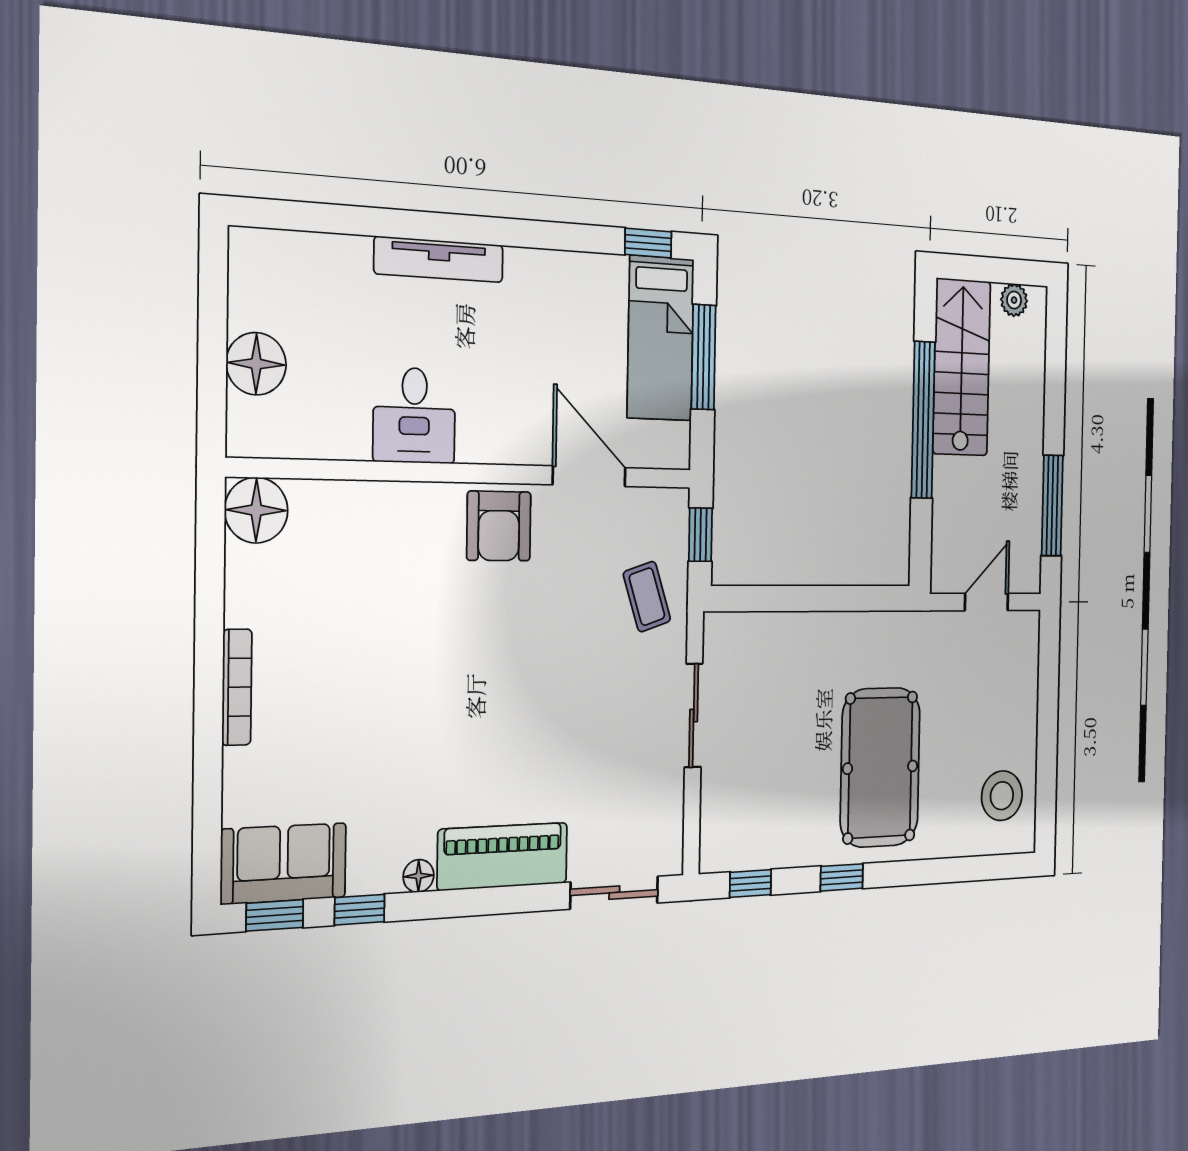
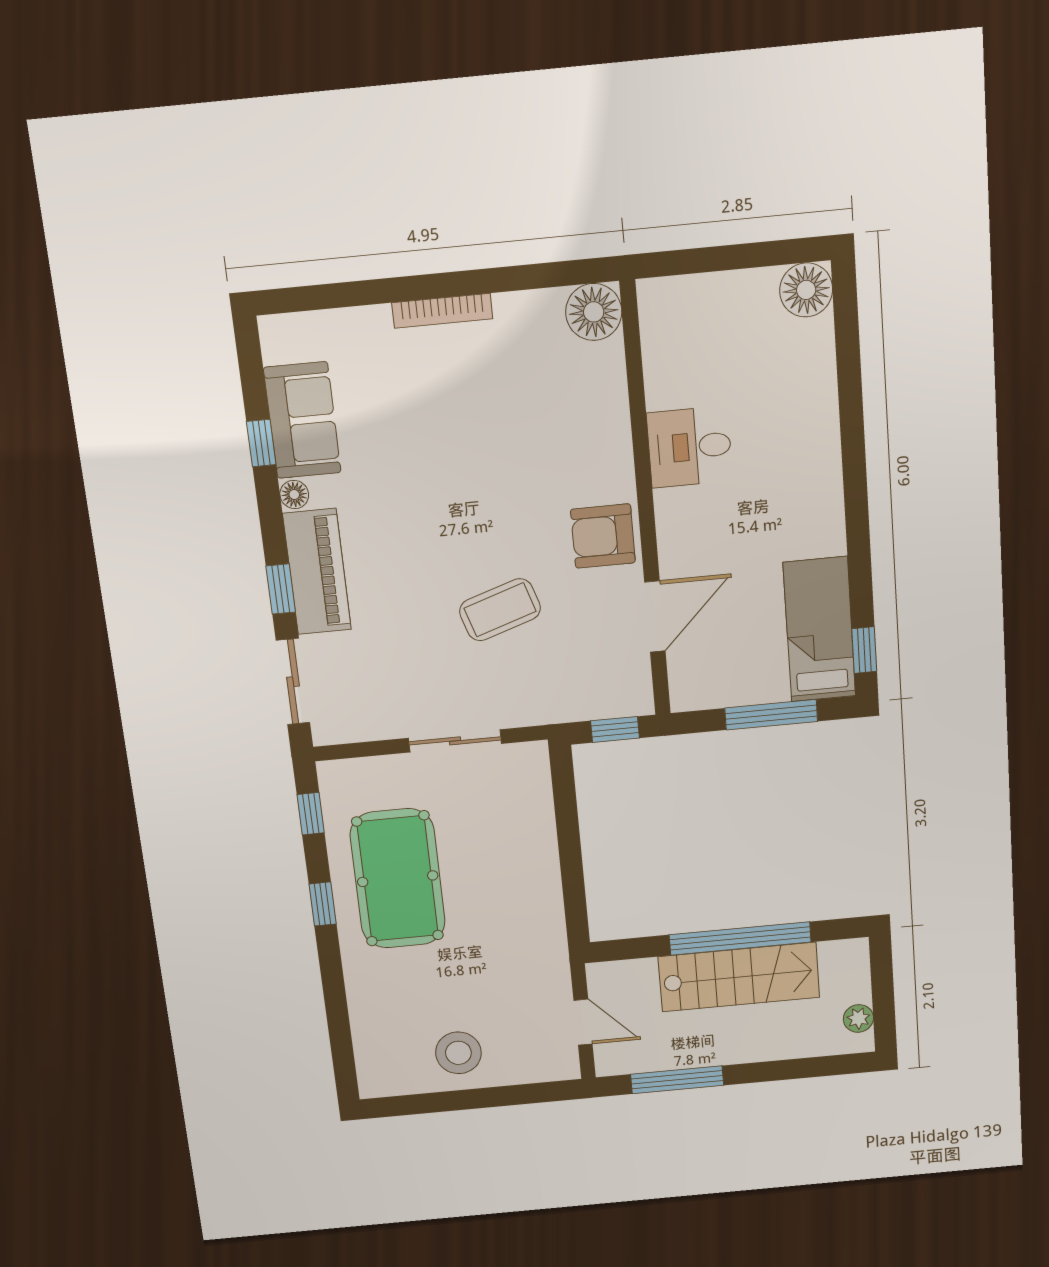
tv unit: (439, 259) -> (826, 455), removed
bed: (661, 338) -> (819, 630), moved, turned 90
floor lamp: (256, 364) -> (806, 290), moved
stairs: (962, 367) -> (739, 977), moved
coffee table: (647, 597) -> (500, 610), moved, width x1.36, depth x1.30
pool table: (880, 767) -> (398, 879), moved, turned 90
stool: (1002, 796) -> (458, 1053), moved
sofa: (284, 863) -> (302, 420), moved
window: (275, 915) -> (281, 589), moved

